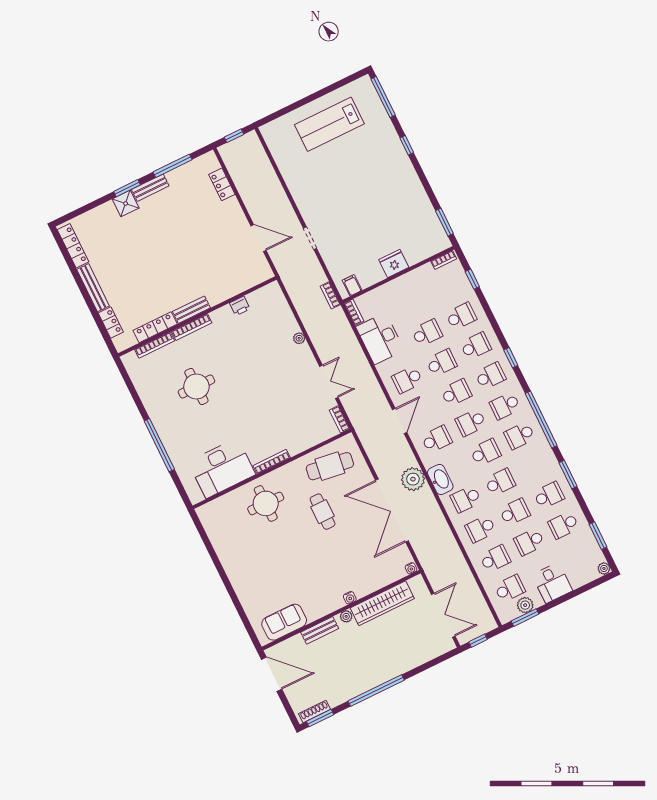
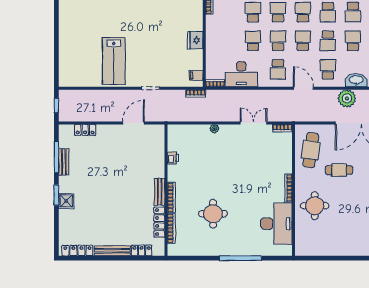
lab bench: (329, 124) -> (114, 61), moved
bench: (150, 188) -> (64, 162), moved

